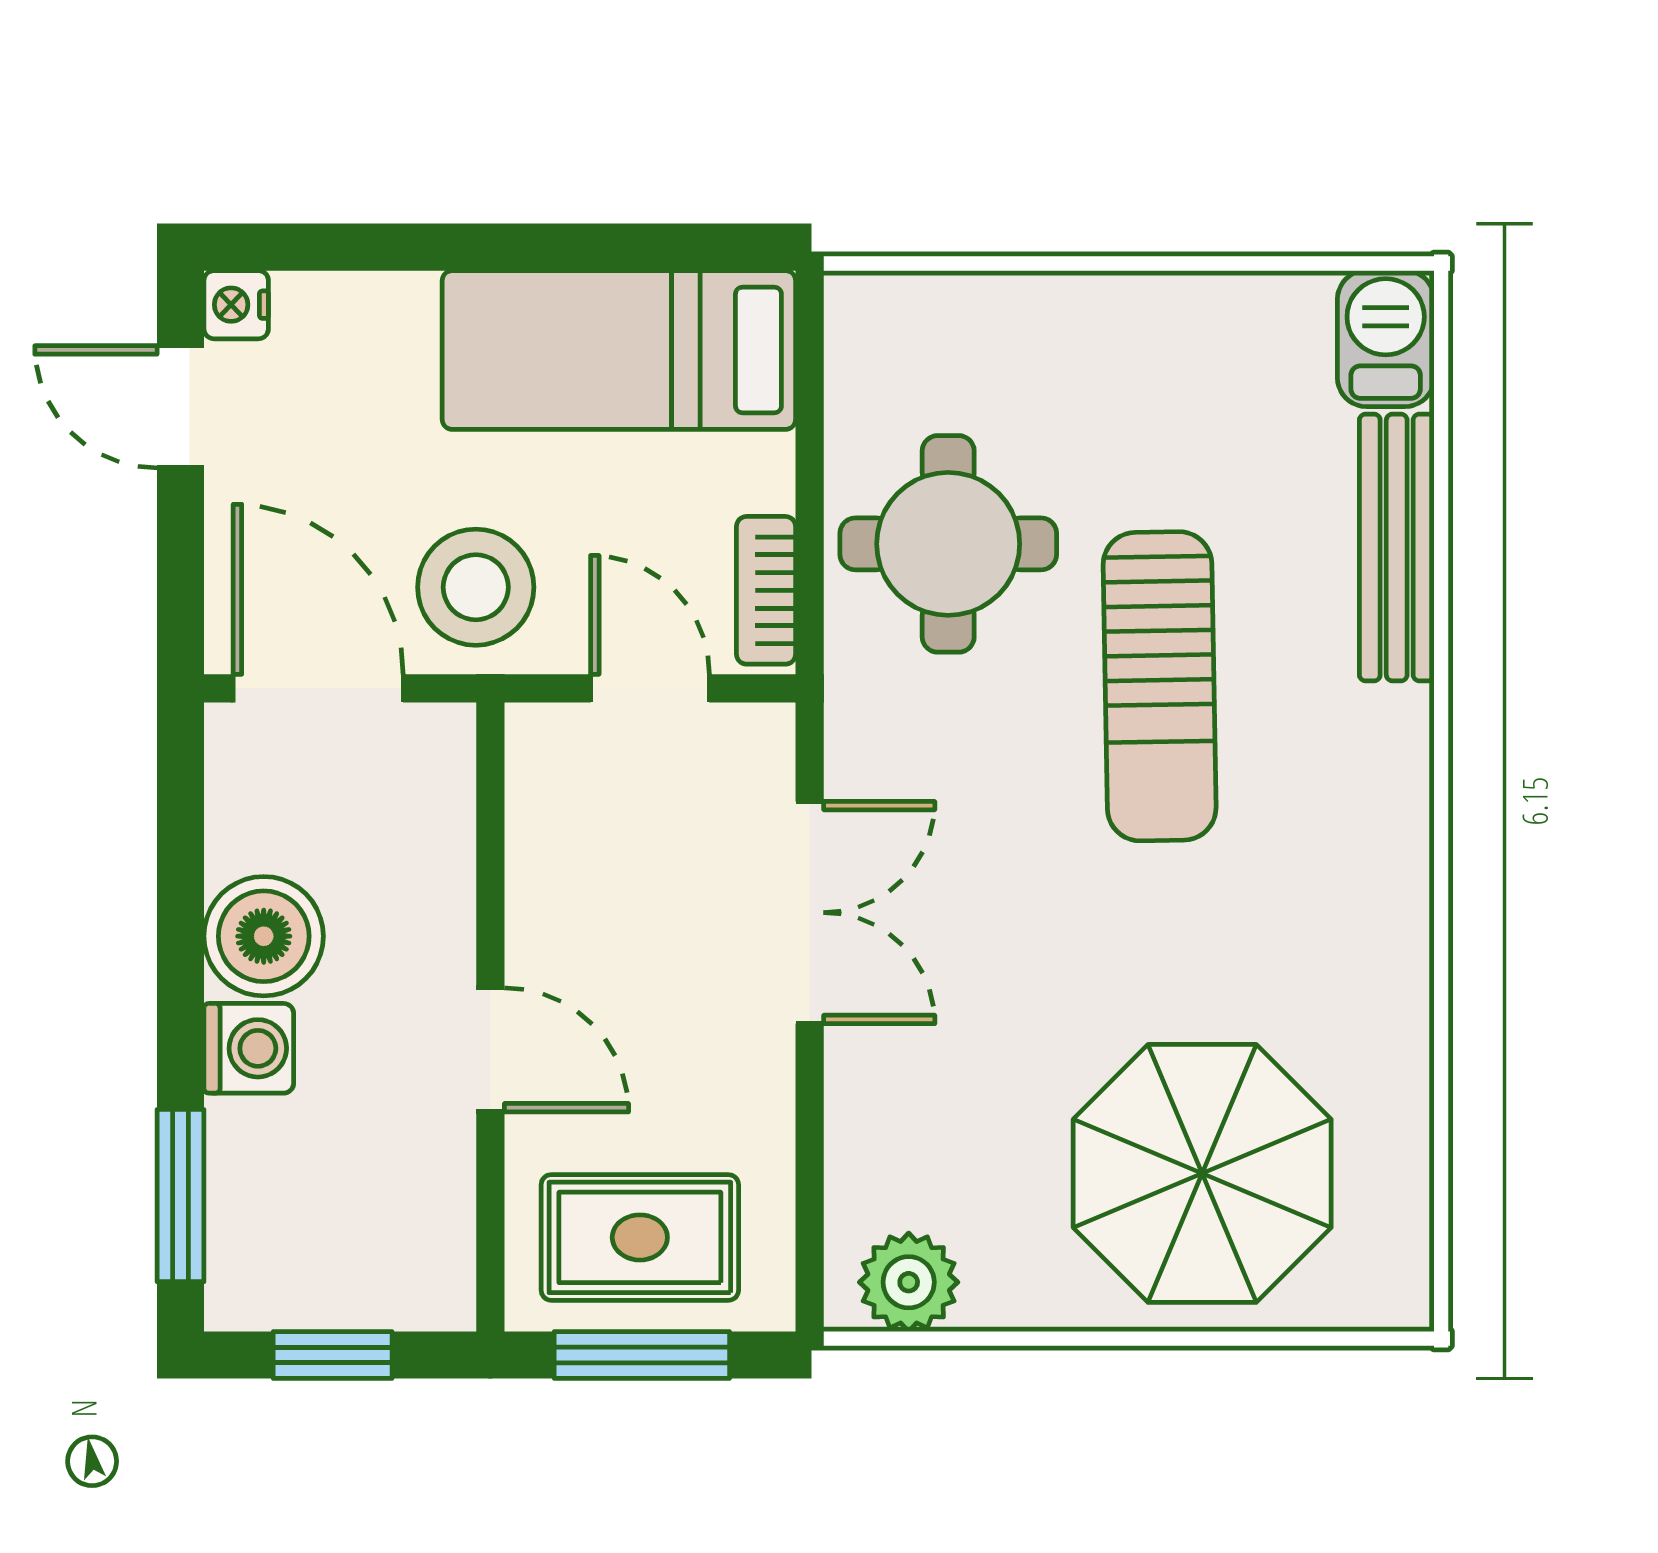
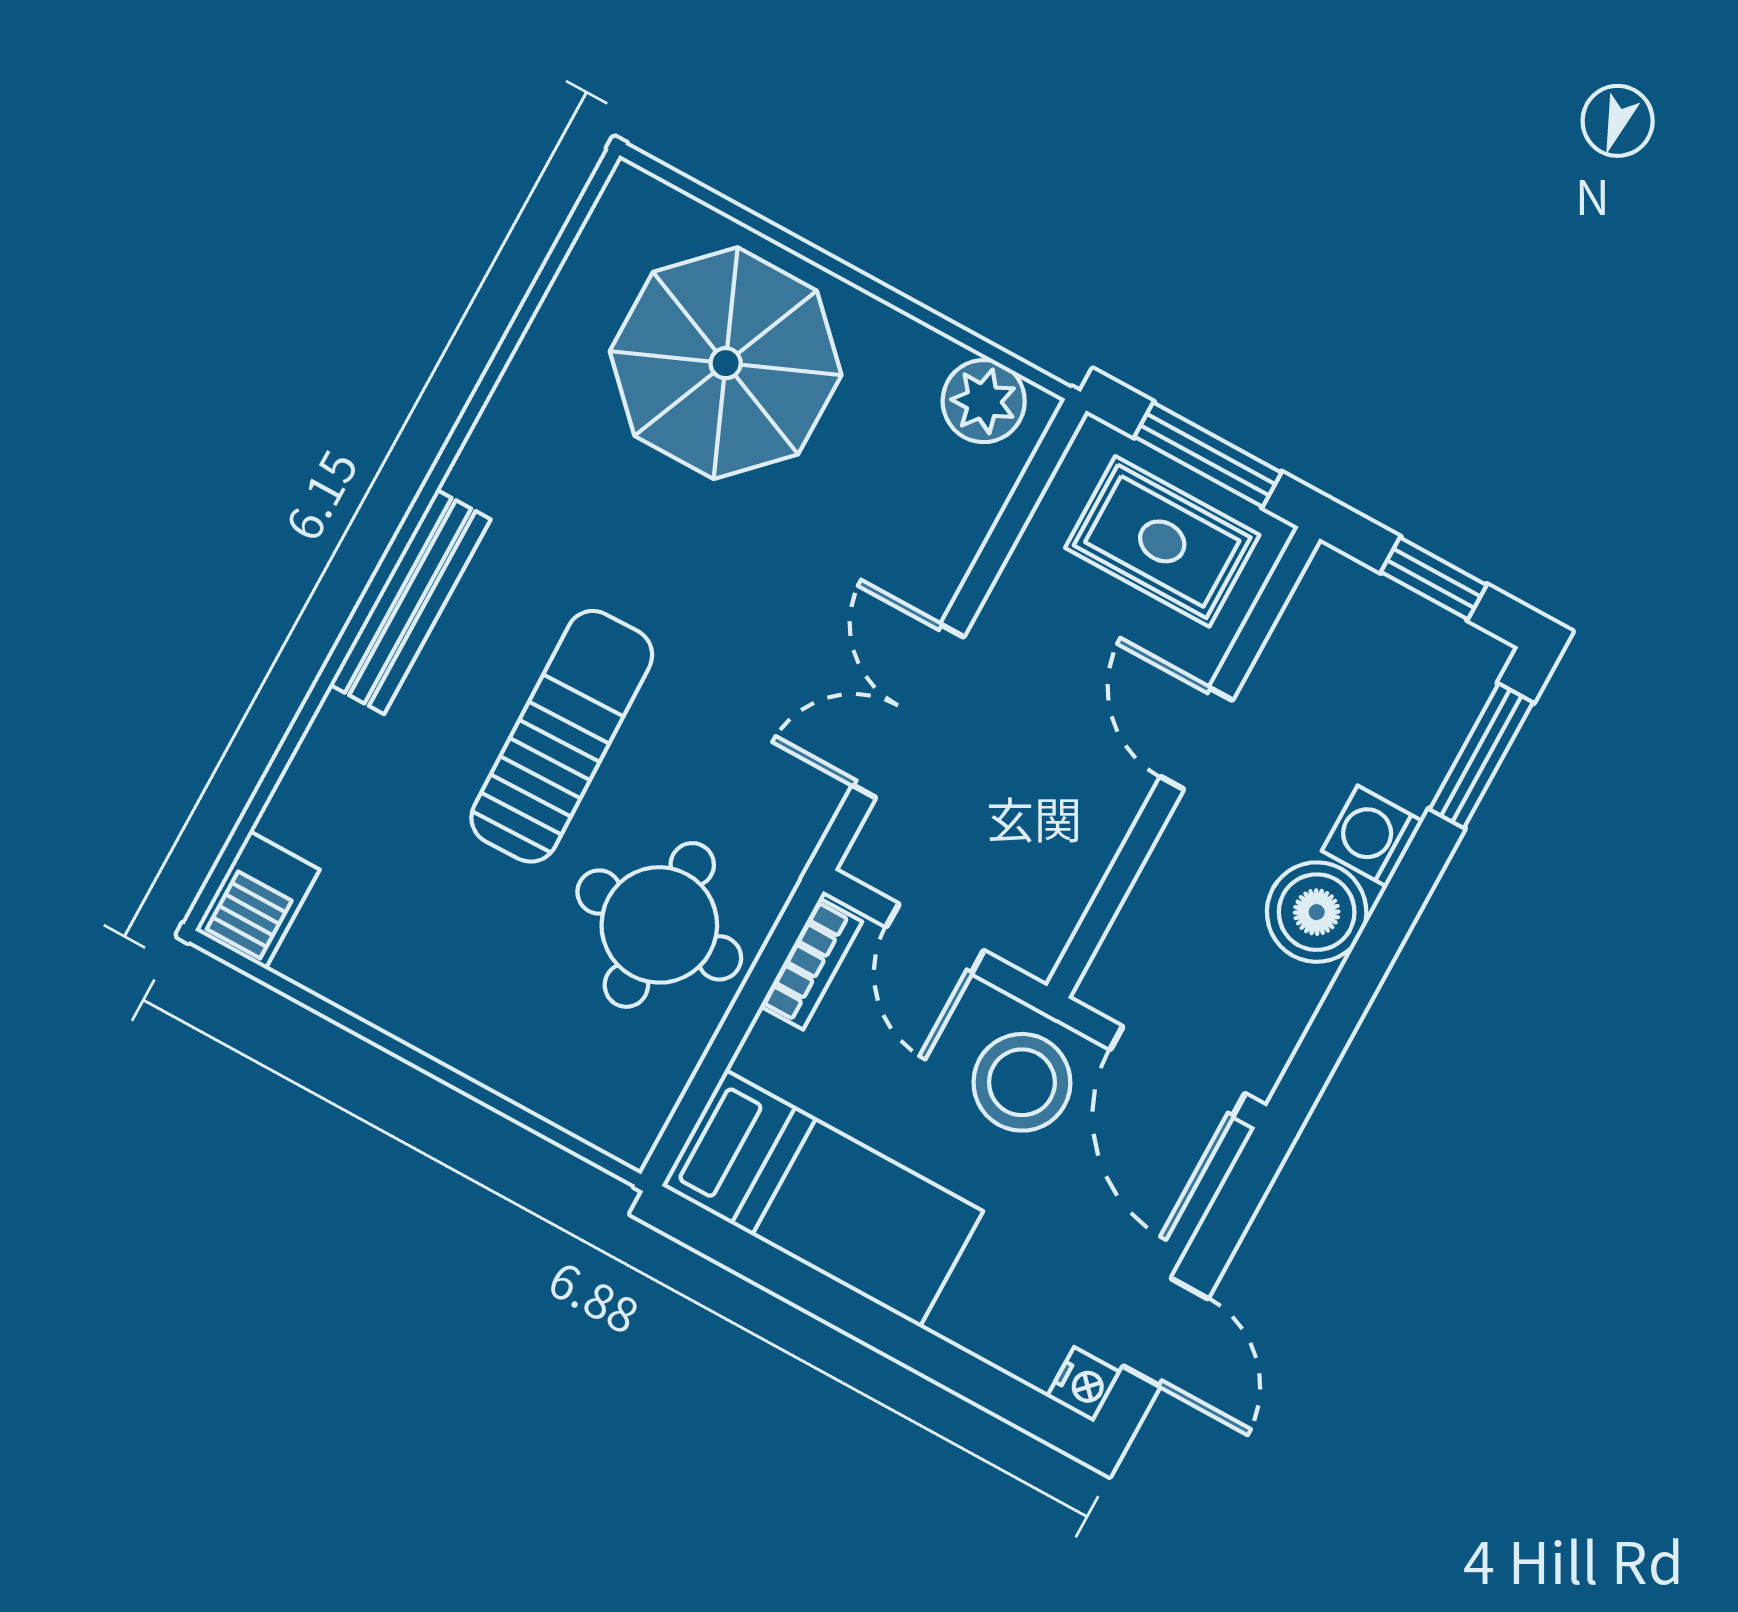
bench: (1397, 548) -> (410, 602), moved

